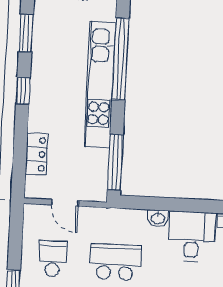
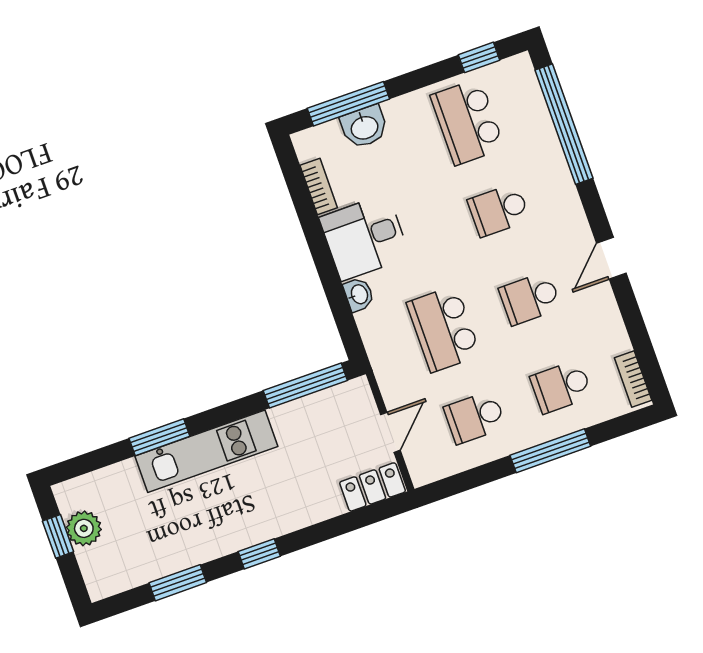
window: (120, 59) -> (159, 437), width x0.47
kitchen unit: (100, 84) -> (206, 451), width x0.73
locker: (37, 154) -> (373, 487), moved

